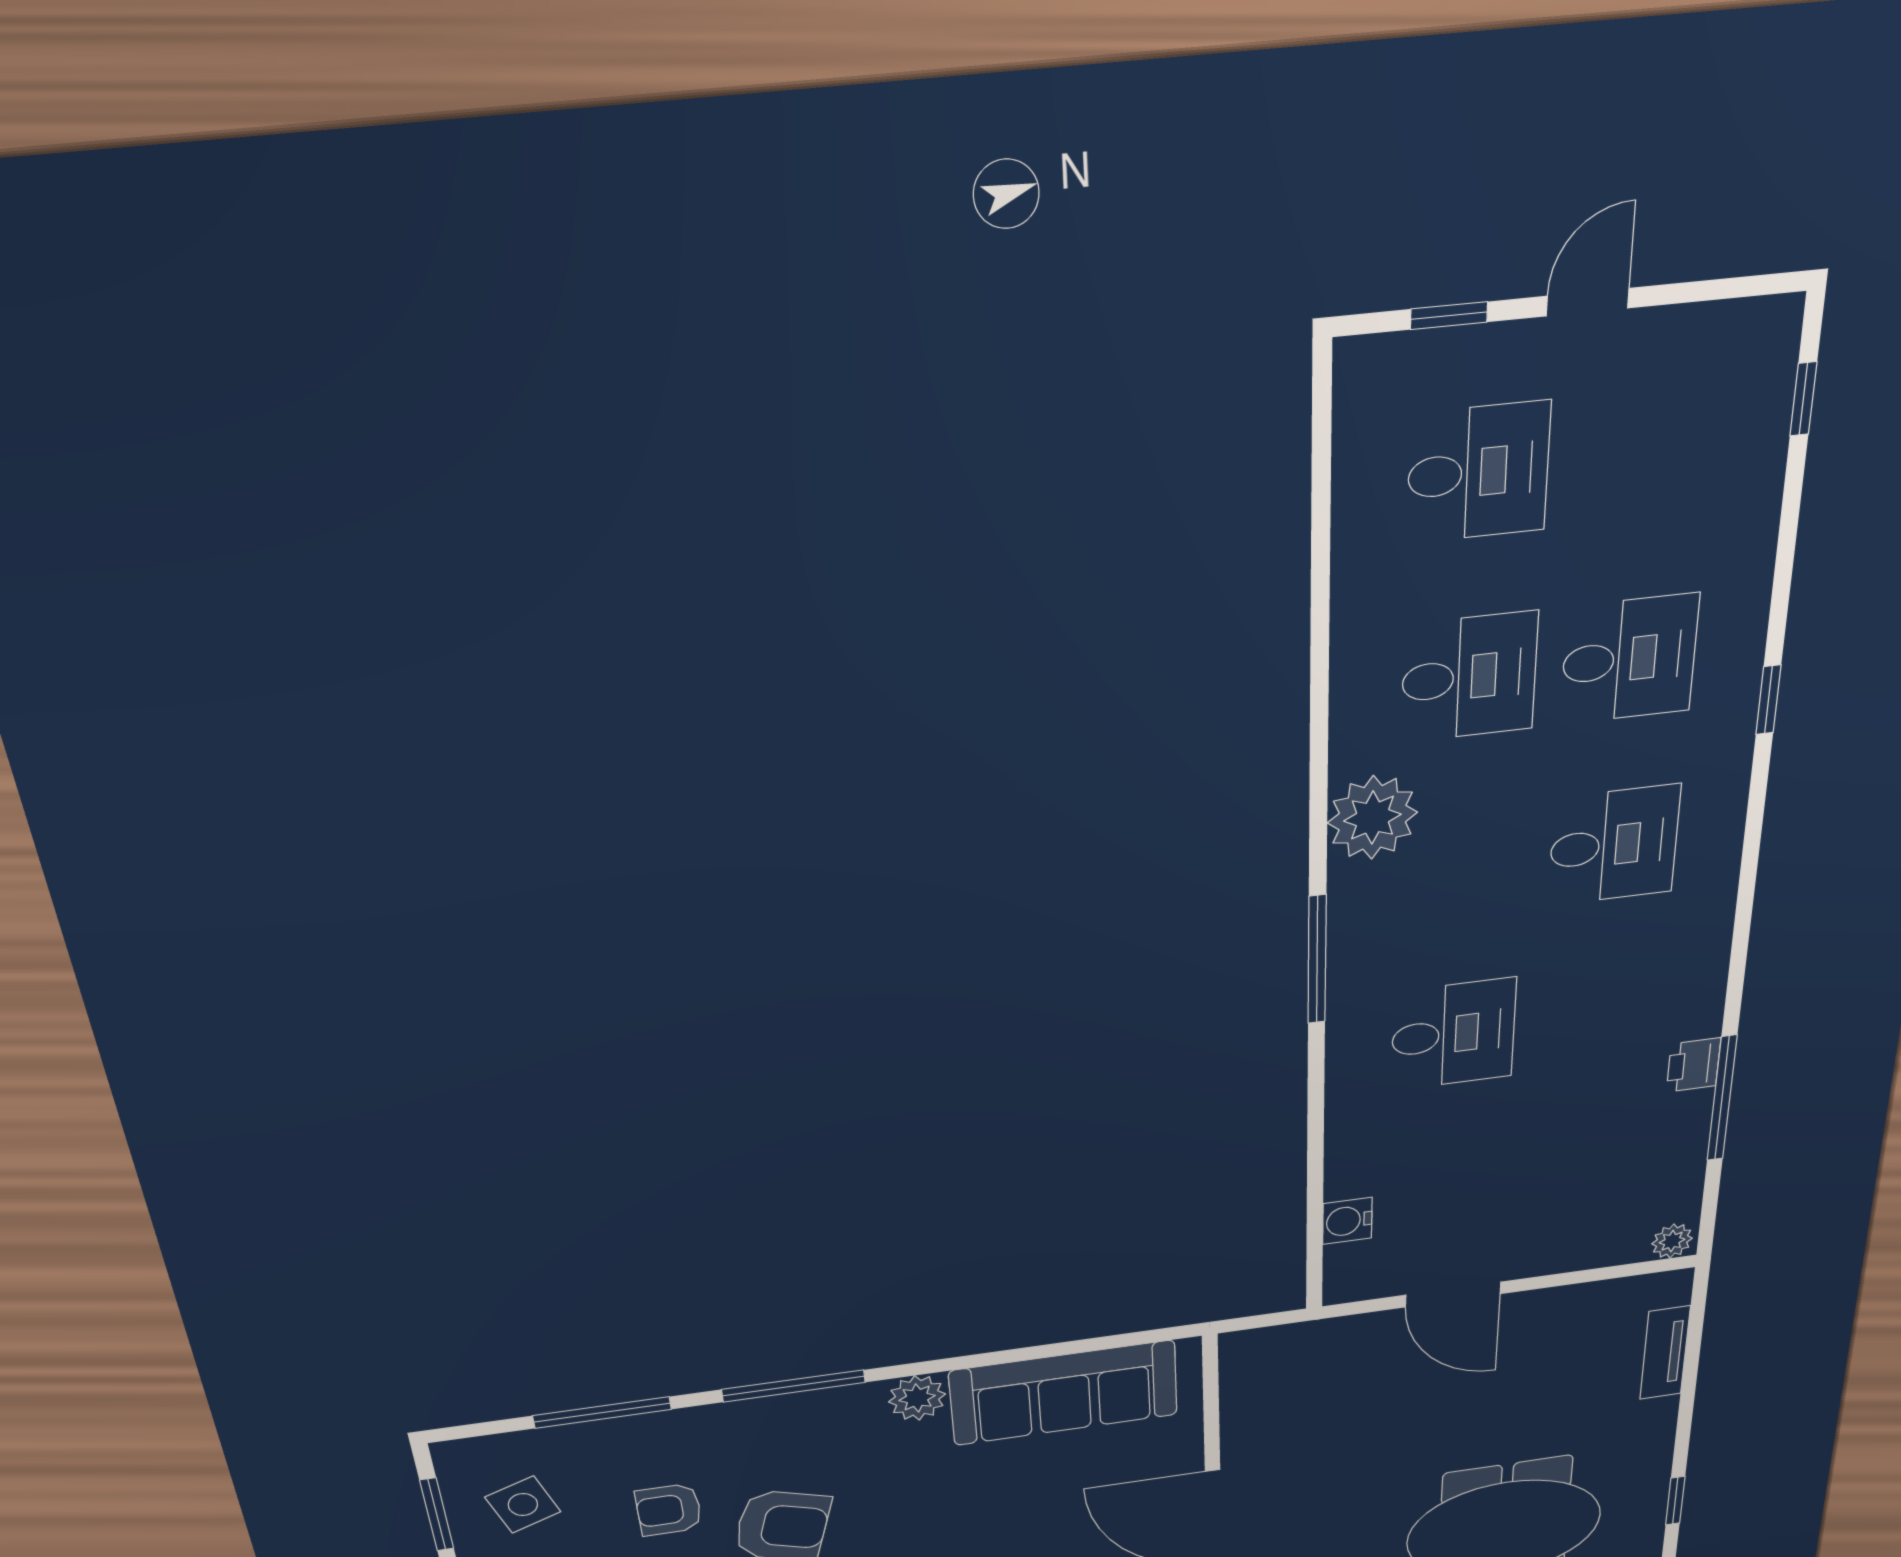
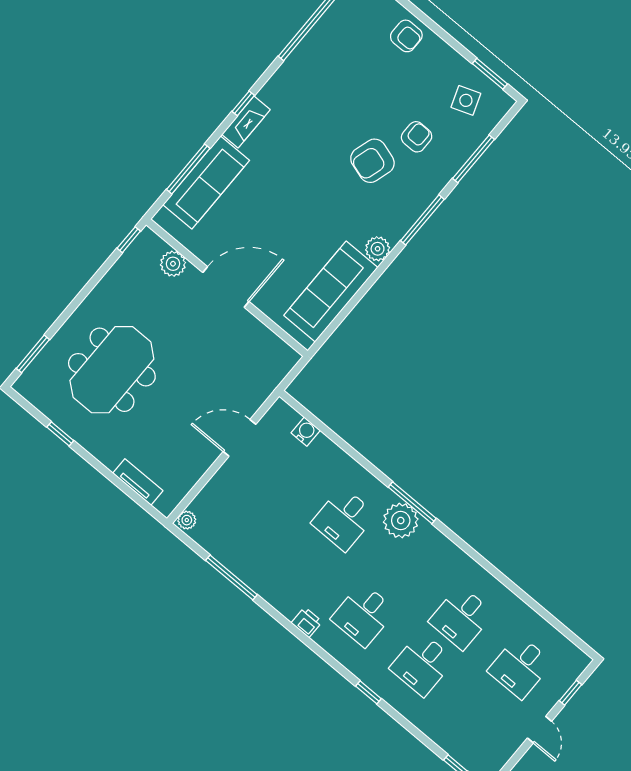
plant: (1372, 818) -> (401, 521), moved
printer: (1694, 1065) -> (307, 622), moved

